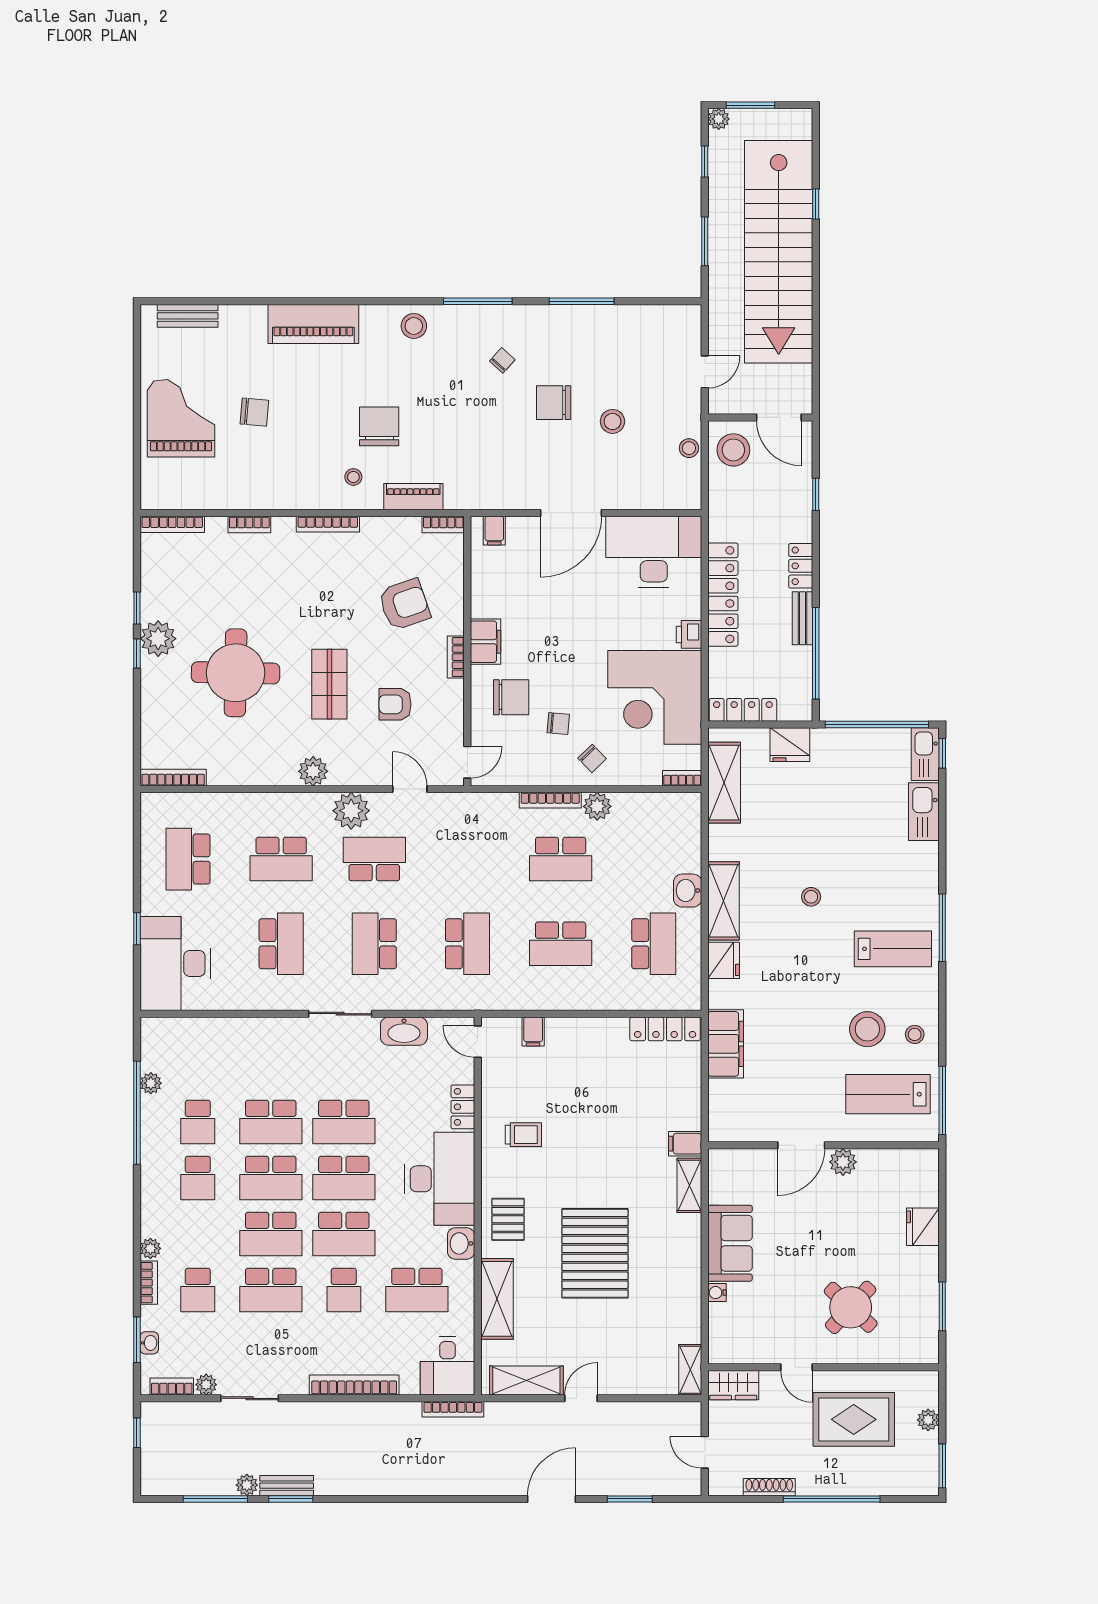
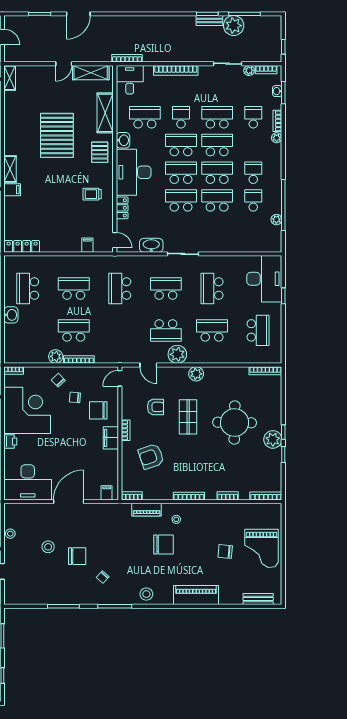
chair: (379, 426) -> (164, 544), turned -90
school desk: (374, 944) -> (166, 289), turned -90
plant: (247, 1485) -> (234, 26), width x1.88, depth x1.88

